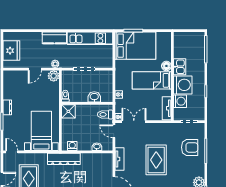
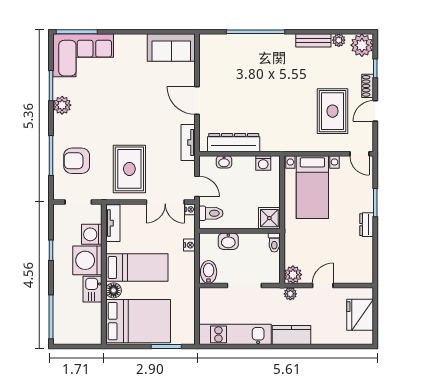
bed: (135, 46) -> (138, 321), moved, turned 180
bidet: (107, 78) -> (209, 272), added
dresser: (64, 159) -> (234, 143), moved
rug: (156, 160) -> (129, 169), moved

